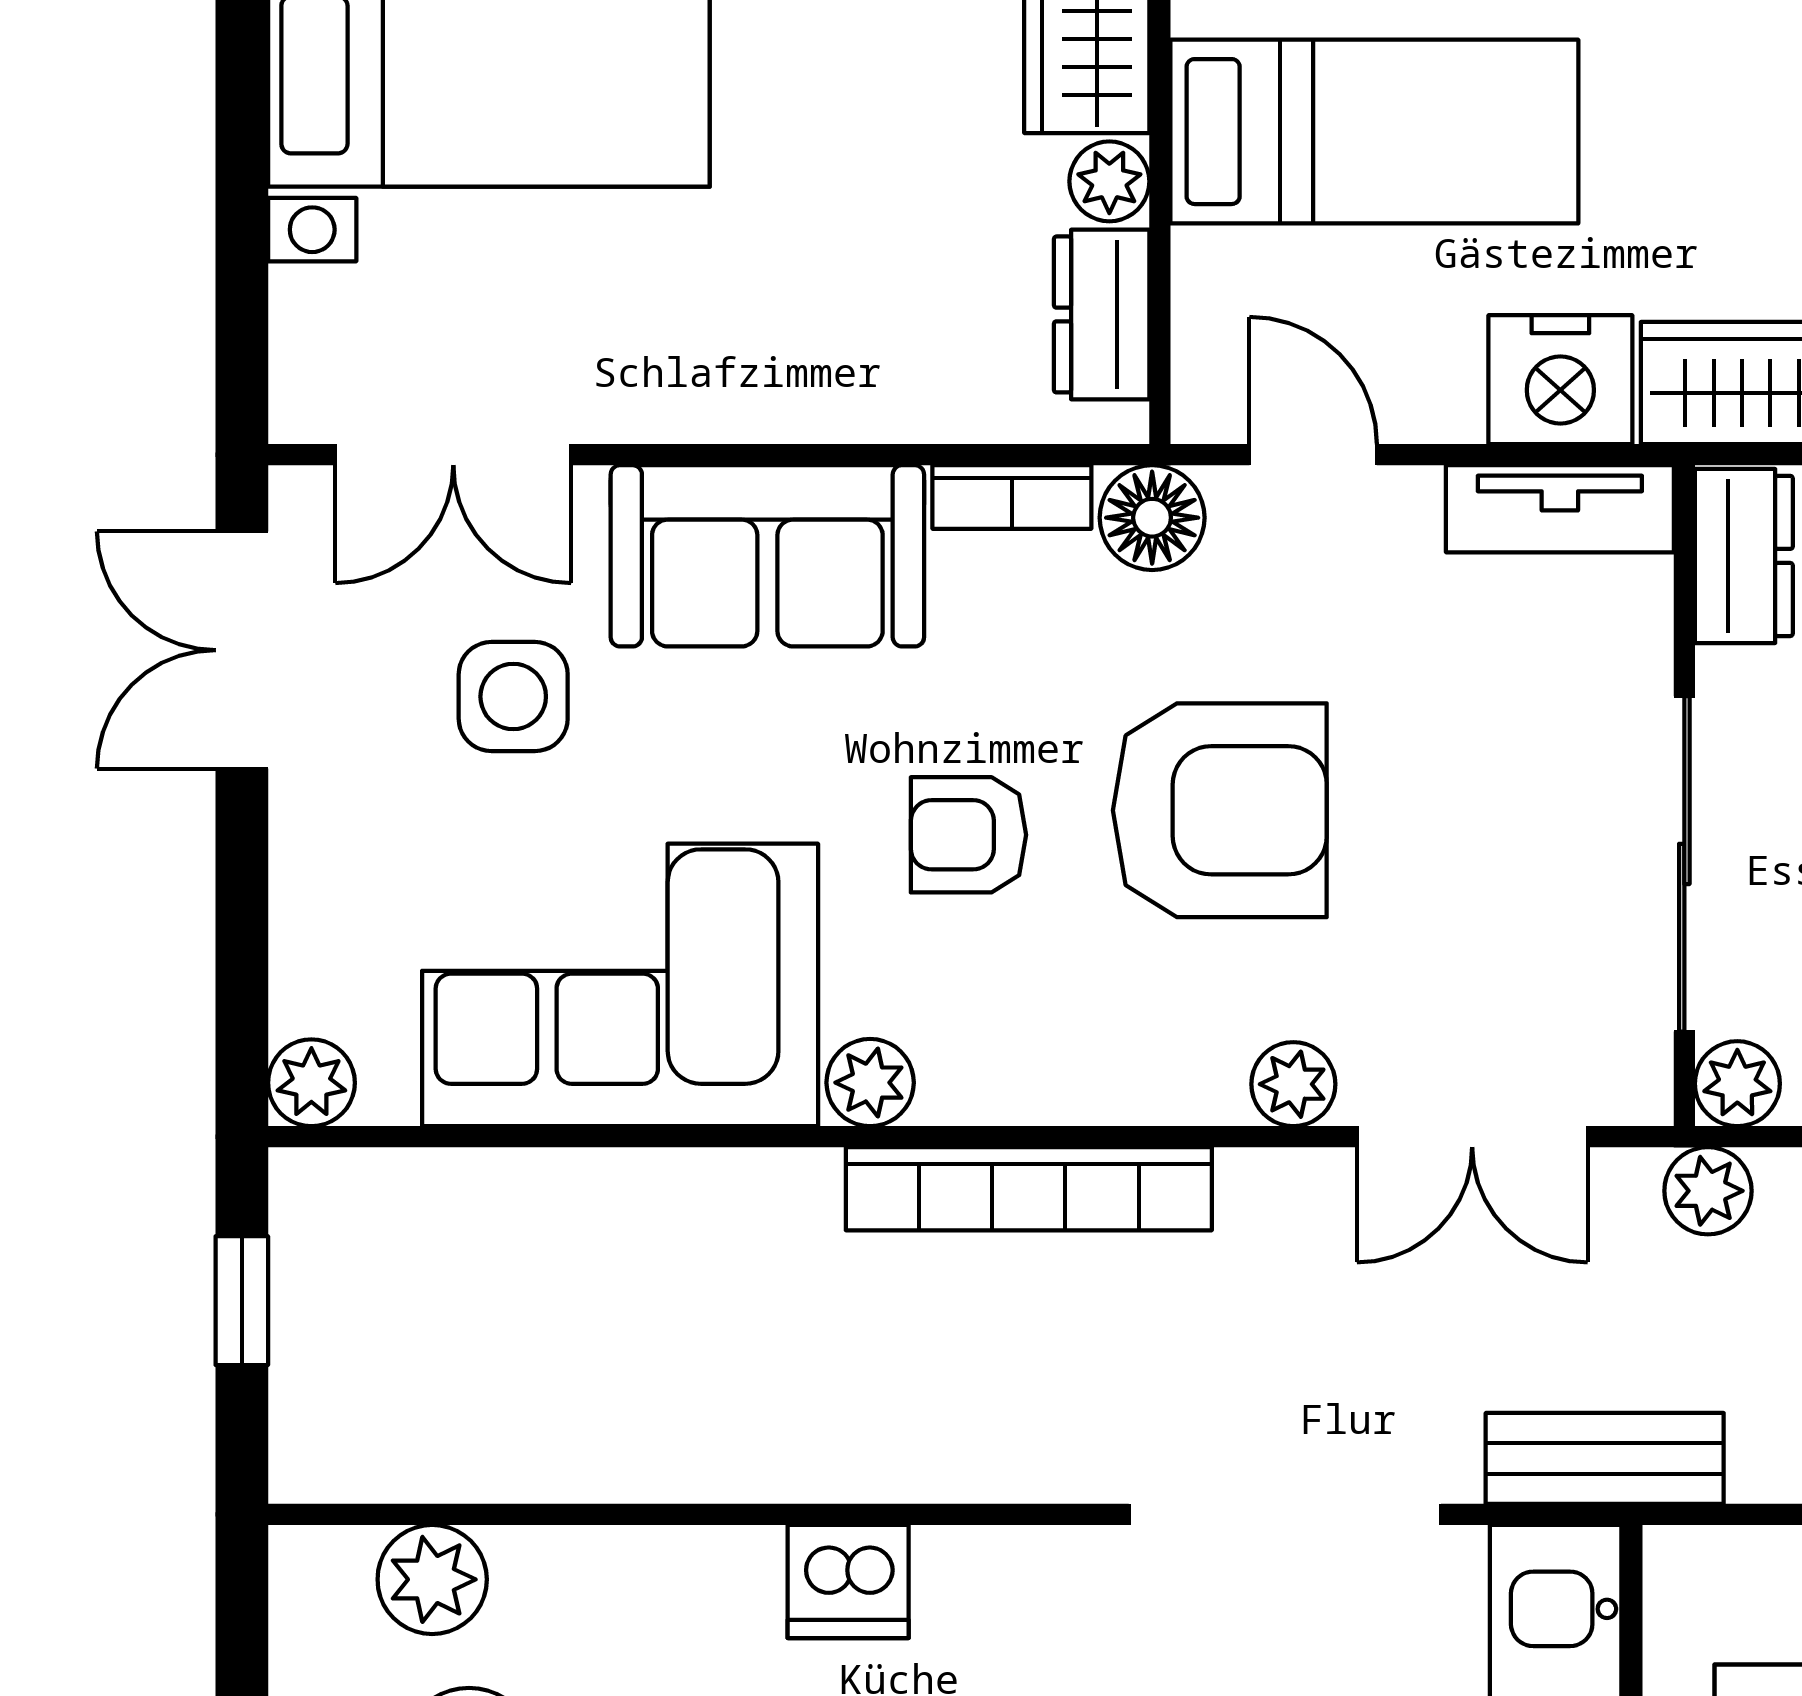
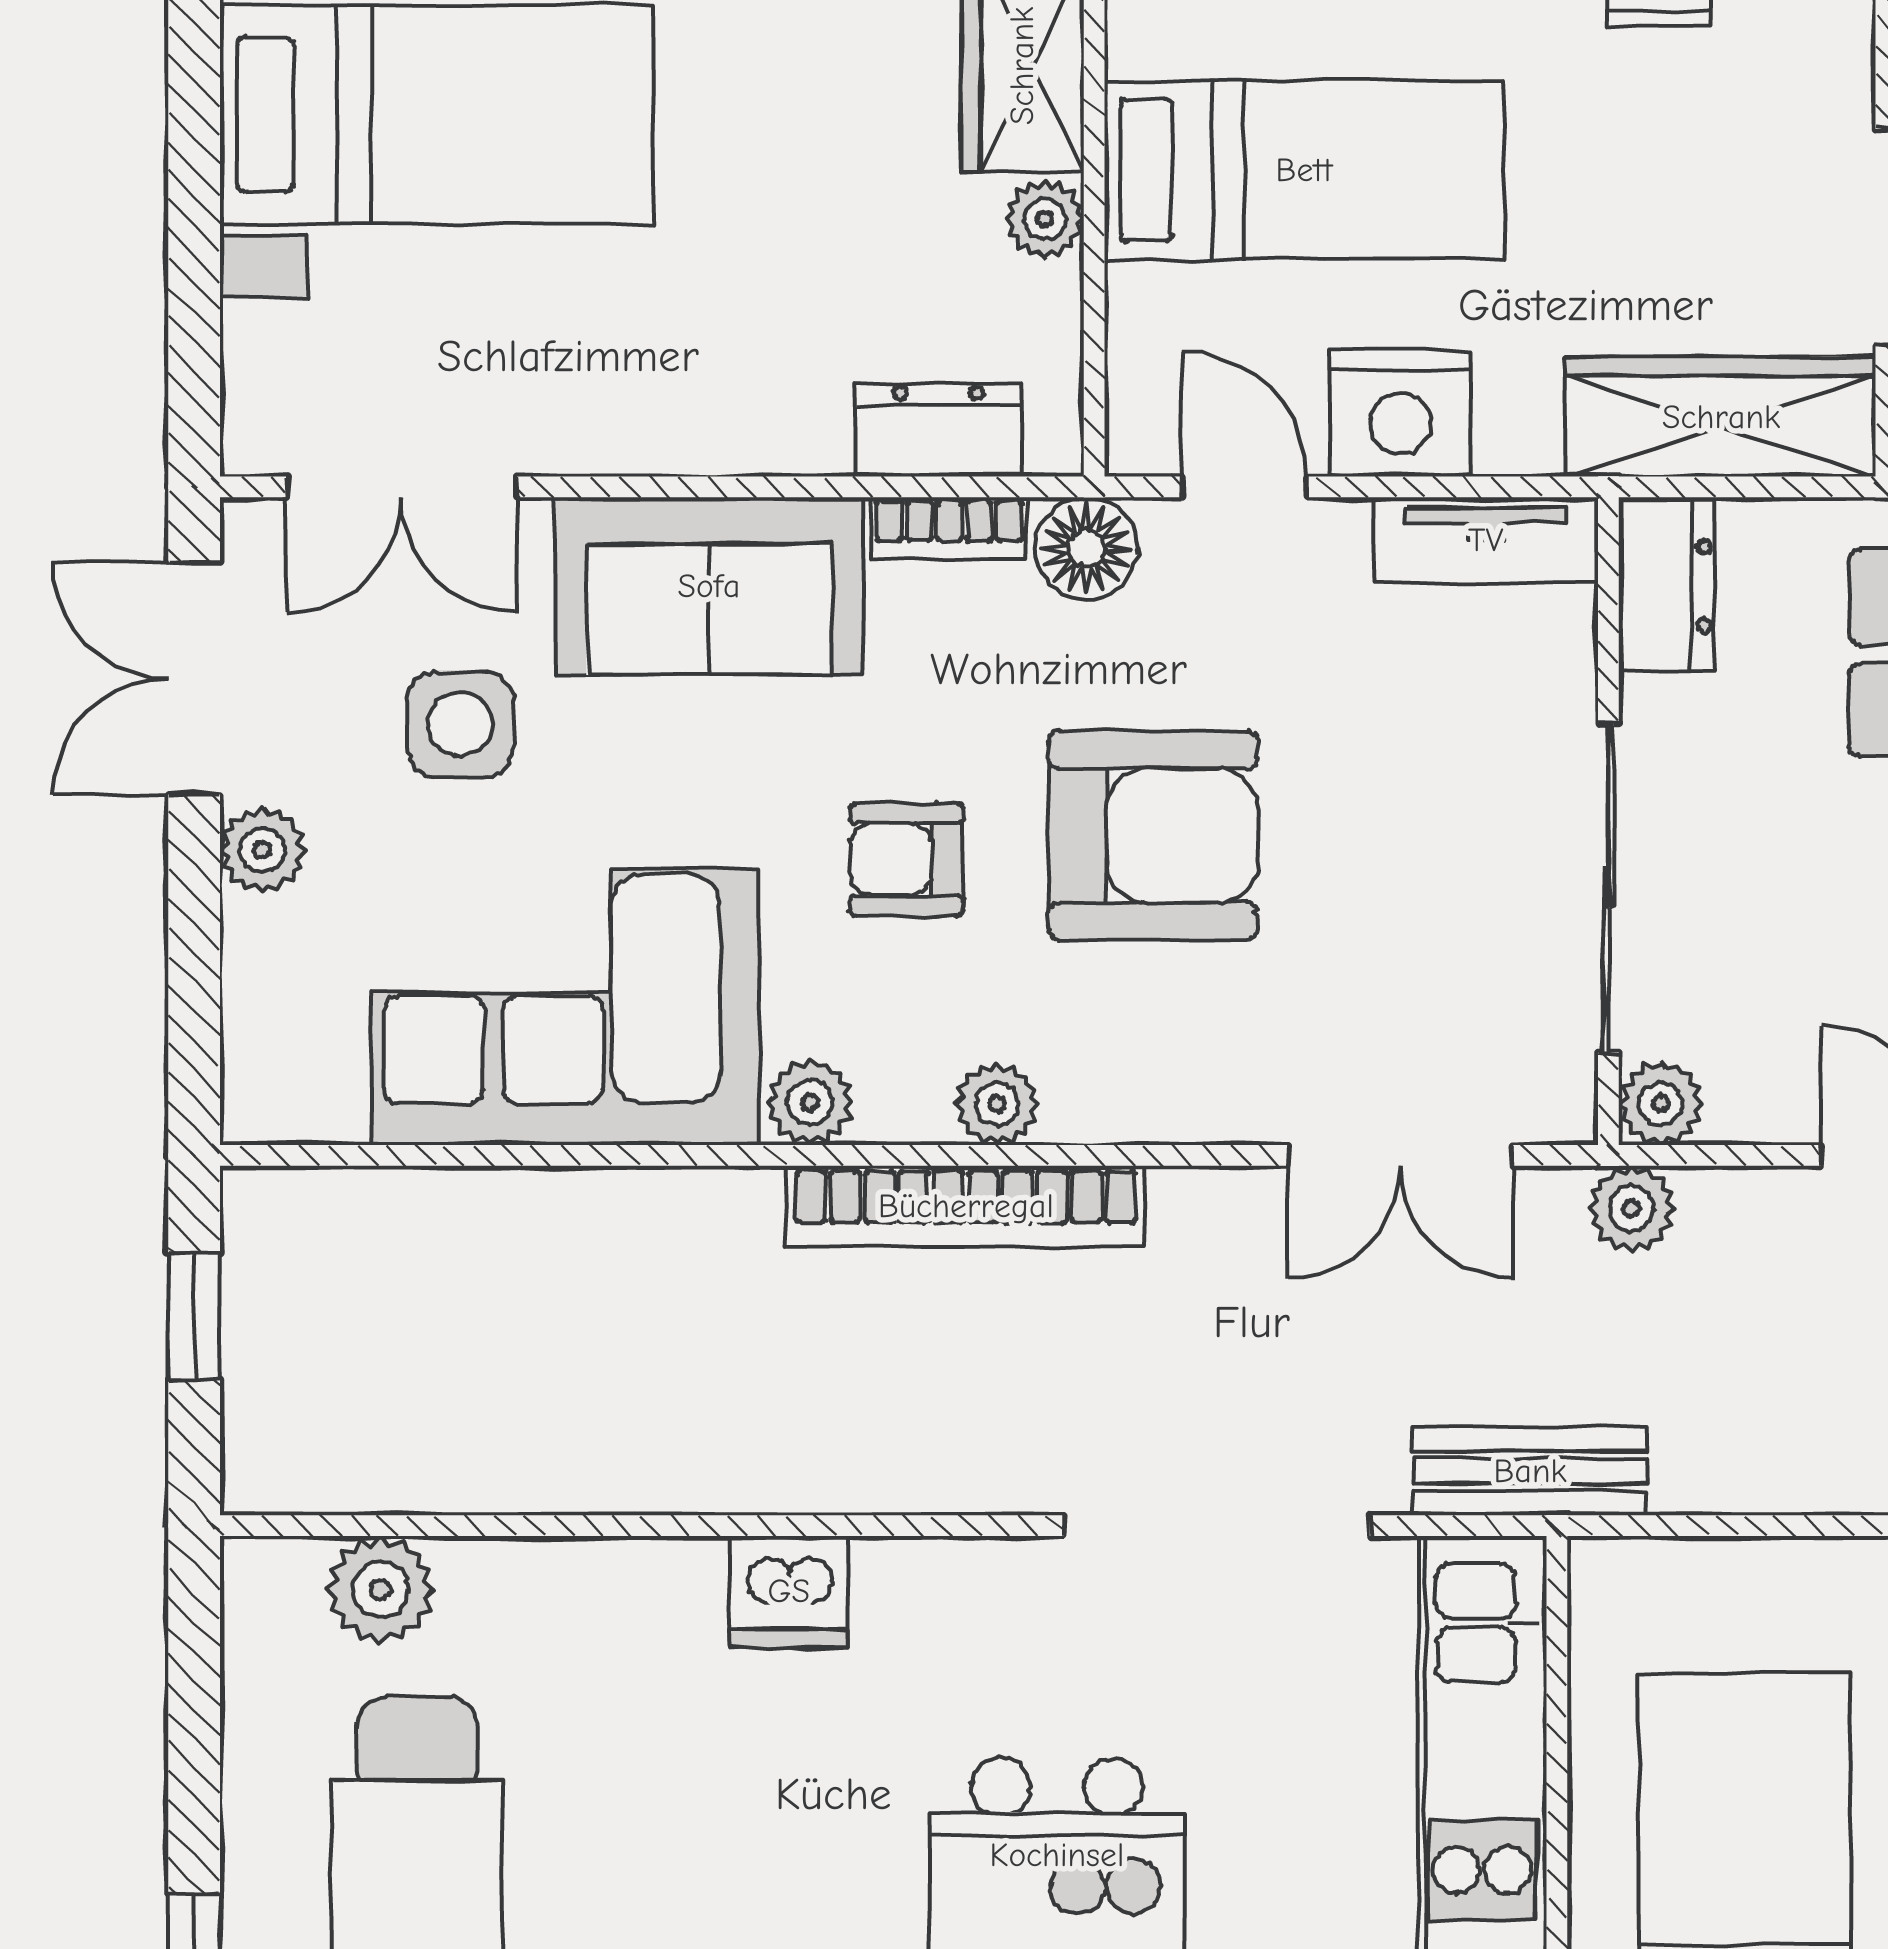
dresser: (1102, 314) -> (939, 430), moved, turned 90
nightstand: (1560, 380) -> (1400, 413), moved
plant: (311, 1083) -> (262, 850), moved
plant: (1293, 1084) -> (997, 1104), moved

